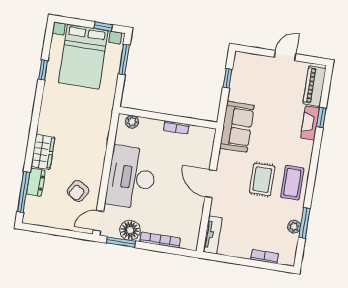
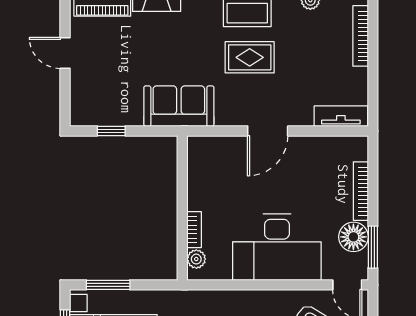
bookcase: (176, 127) -> (194, 230), moved
bookcase: (265, 257) -> (361, 36), width x1.56

